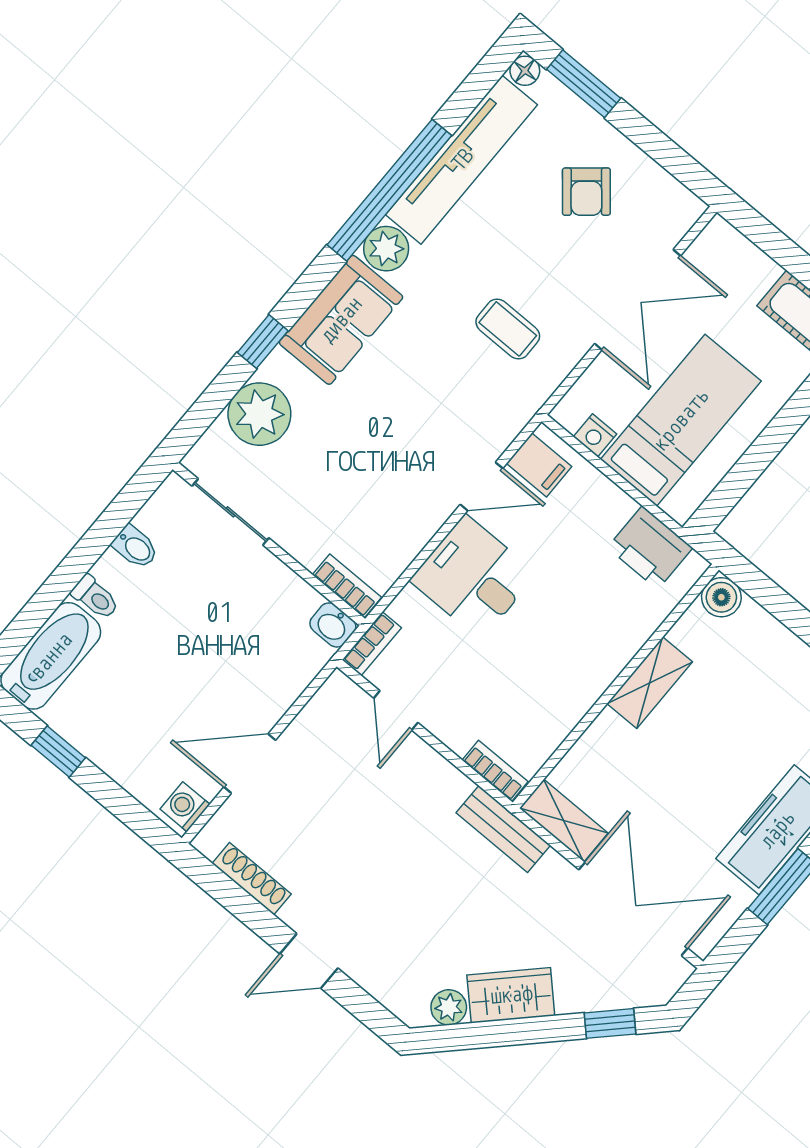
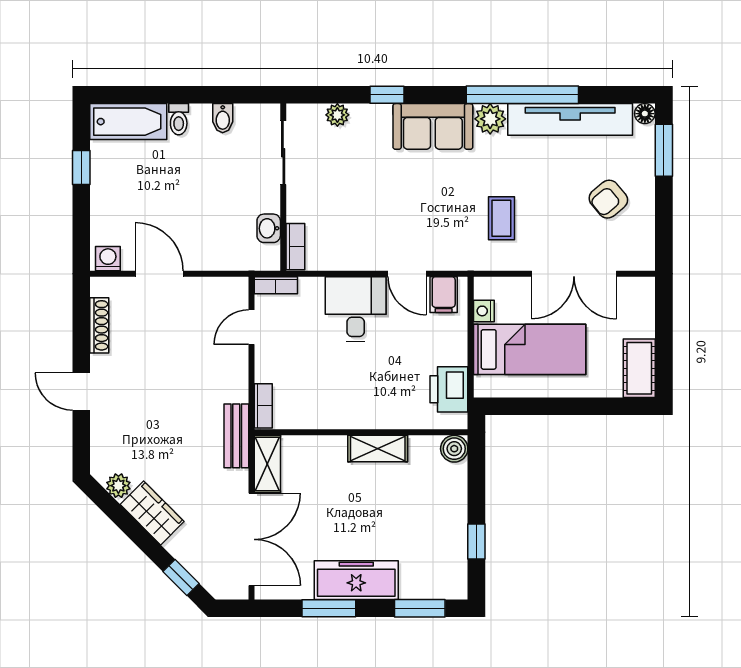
plant: (259, 414) -> (337, 115), width x0.53, depth x0.53
washbasin: (333, 625) -> (269, 228), moved

